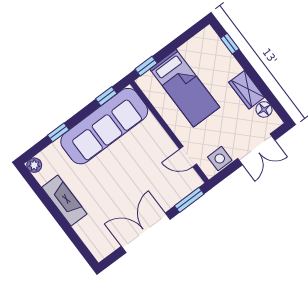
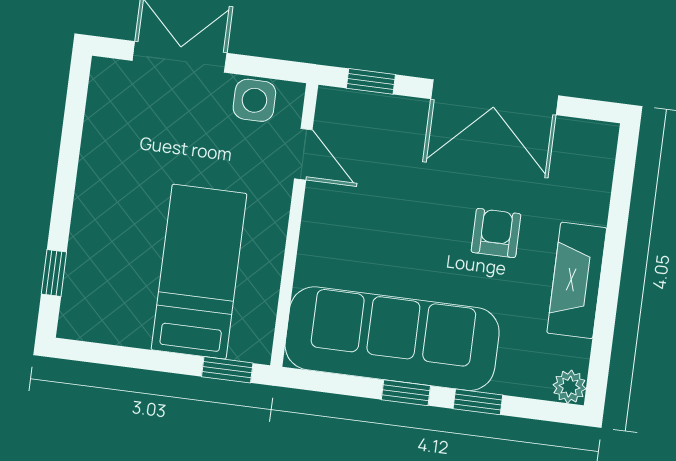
wardrobe: (247, 90) -> (100, 170), removed
window: (106, 96) -> (406, 393), moved
floor lamp: (264, 109) -> (103, 110), removed
armchair: (104, 191) -> (496, 233), added
window: (189, 200) -> (371, 81), width x0.67

